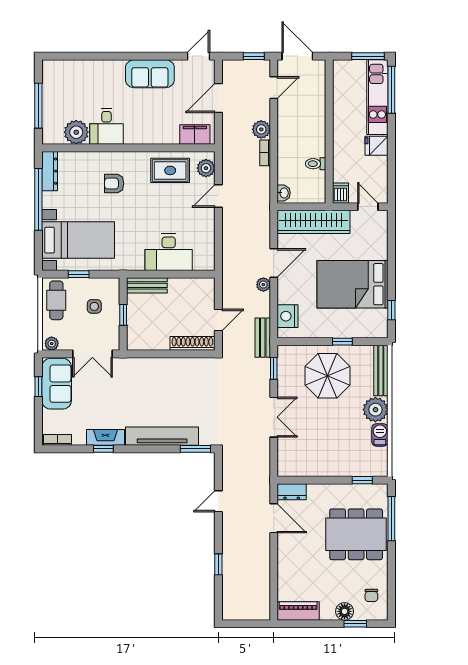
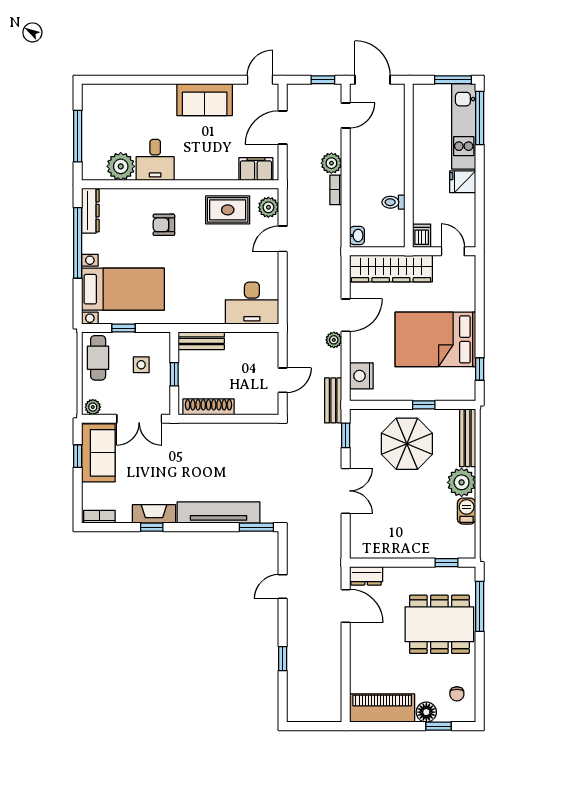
desk: (169, 252) -> (252, 303), moved
shoe rack: (192, 343) -> (208, 407), moved
piano: (298, 611) -> (382, 708), width x1.37, depth x1.33

